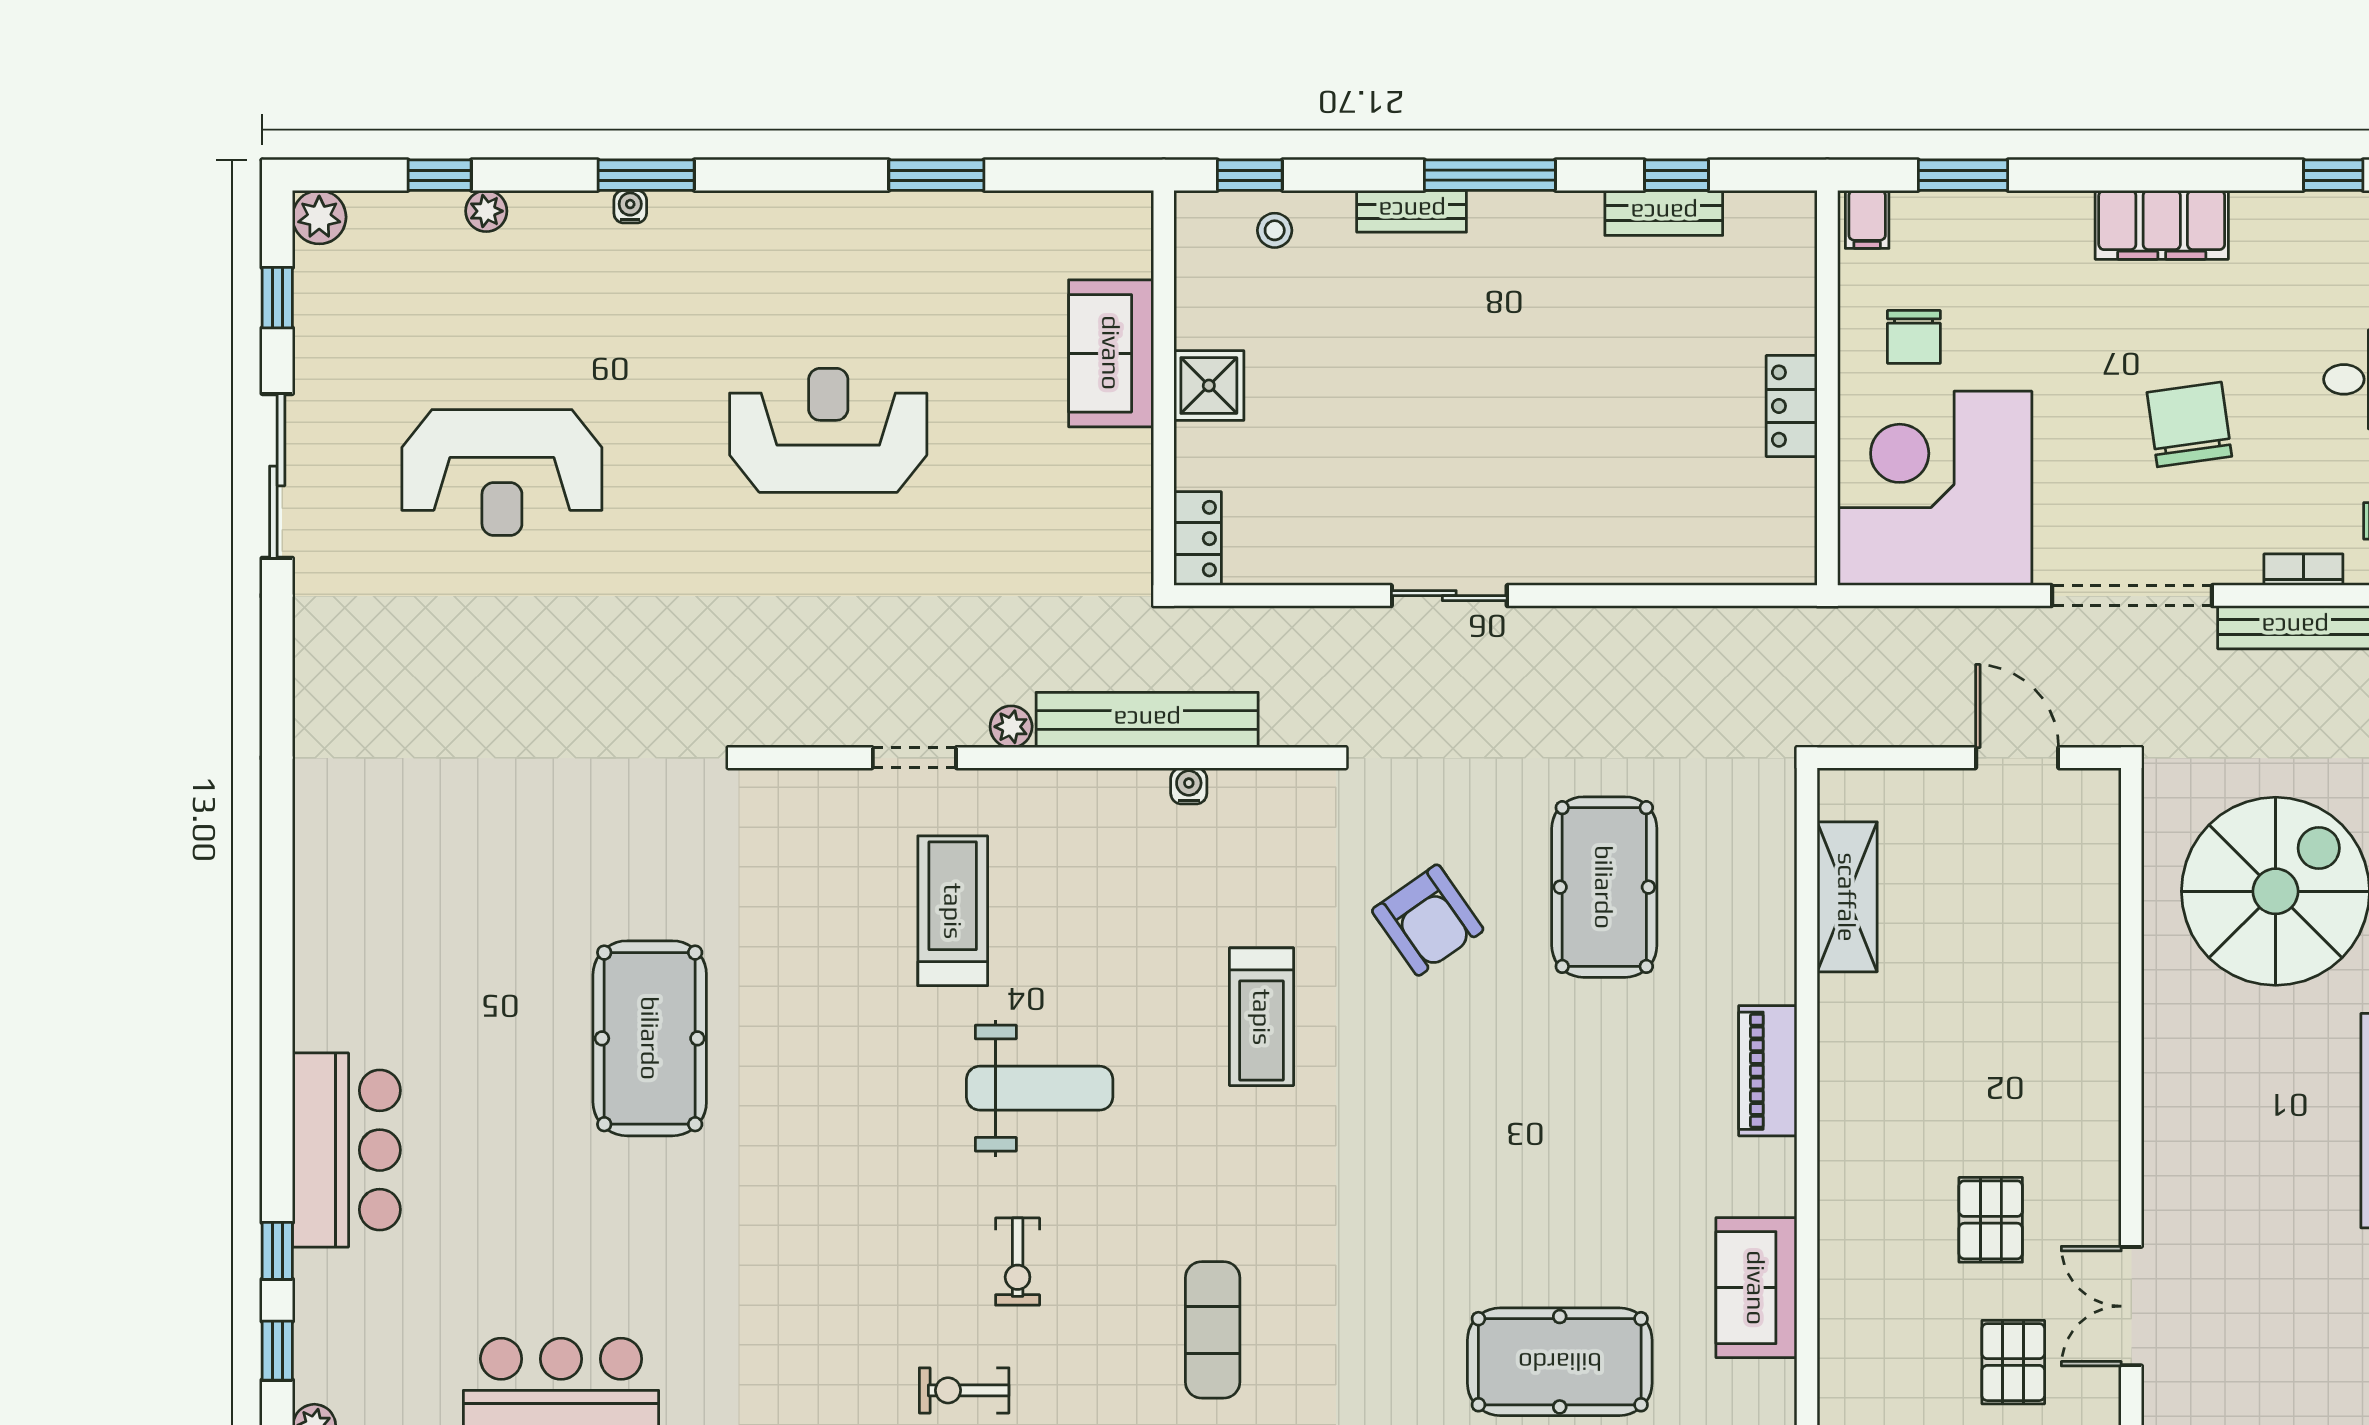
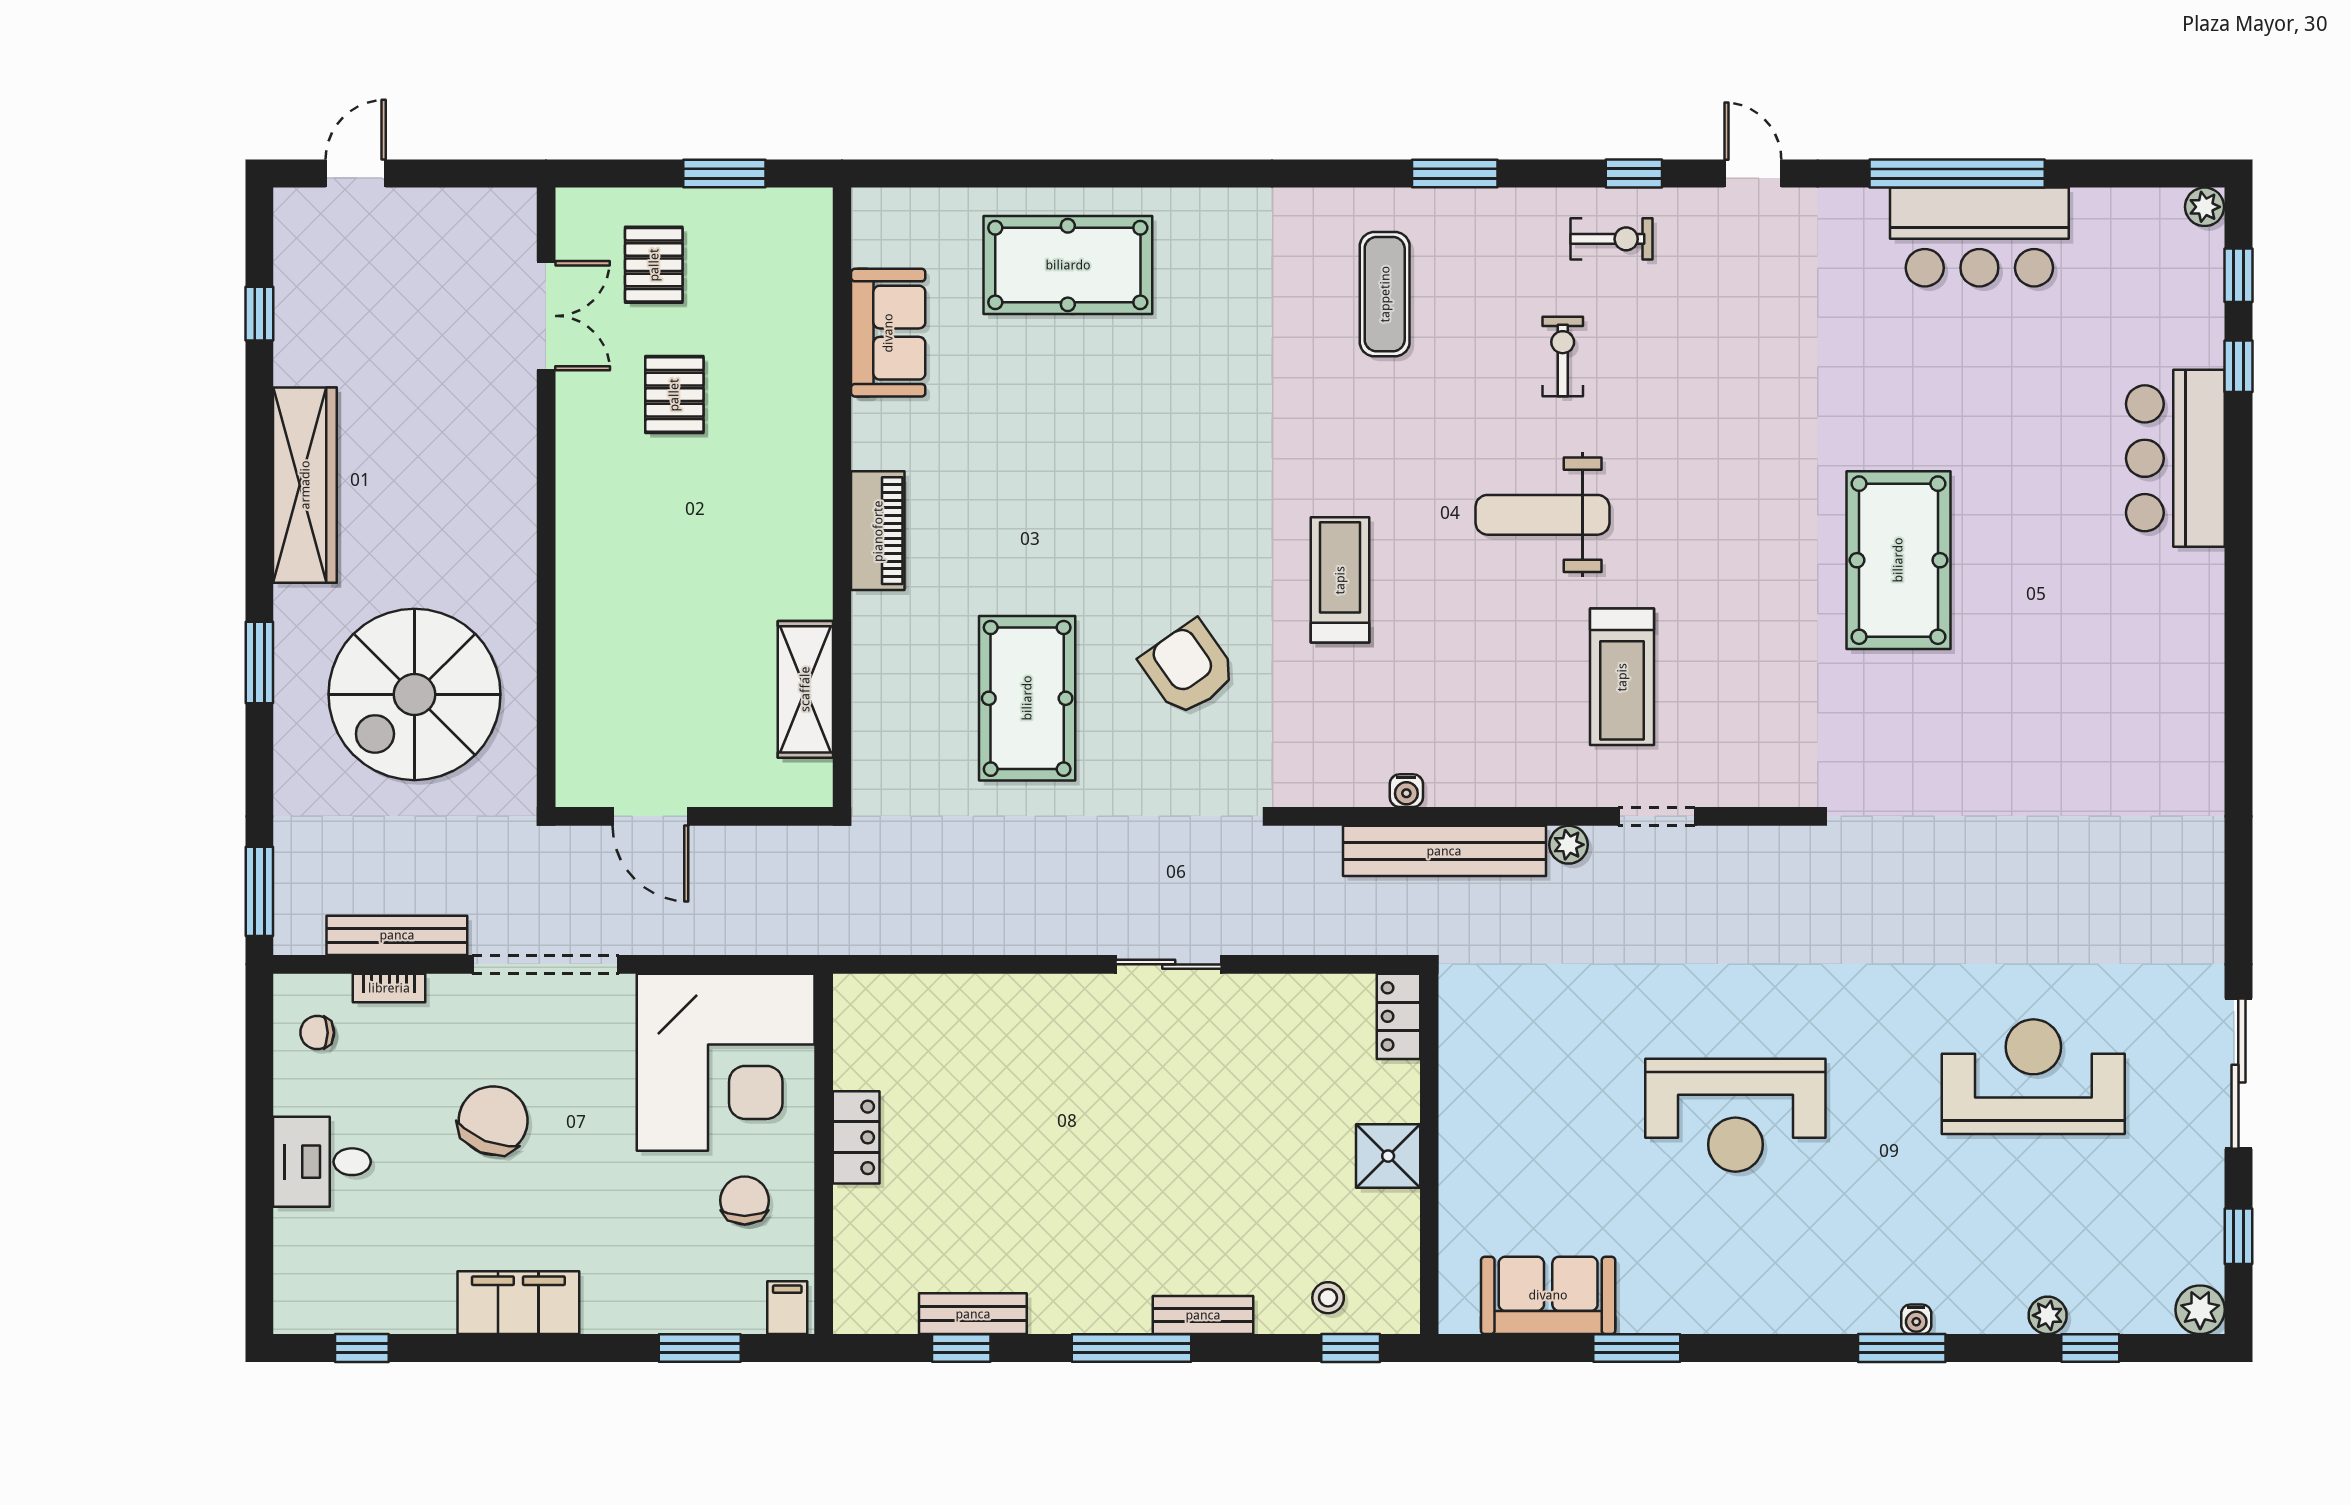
sofa: (1111, 353) -> (1548, 1295), moved, turned -90
chair: (2189, 424) -> (493, 1121), turned -150

